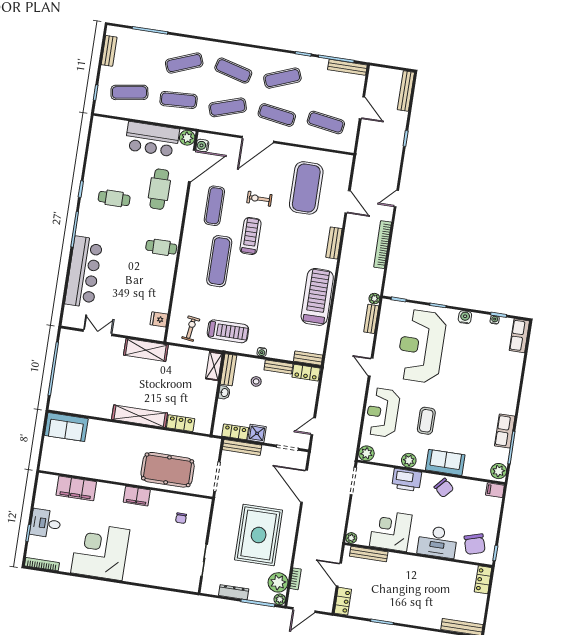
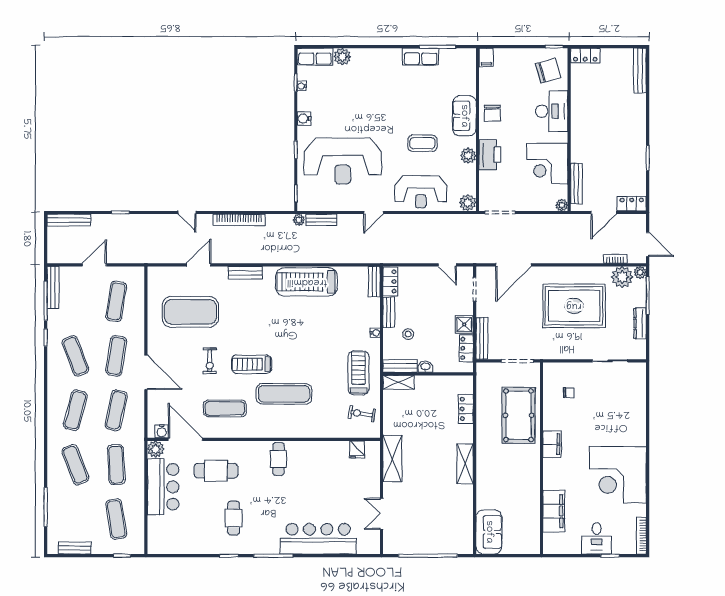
exercise mat: (228, 107) -> (116, 410), turned 30
shelving: (140, 416) -> (465, 464), width x0.68
plant: (499, 471) -> (342, 57), moved
chair: (444, 488) -> (492, 113), turned 138

